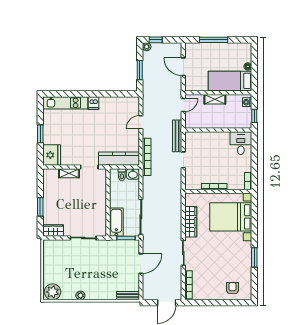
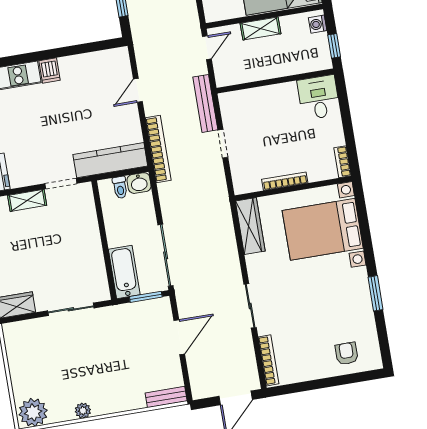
wardrobe: (191, 222) -> (250, 226), moved

